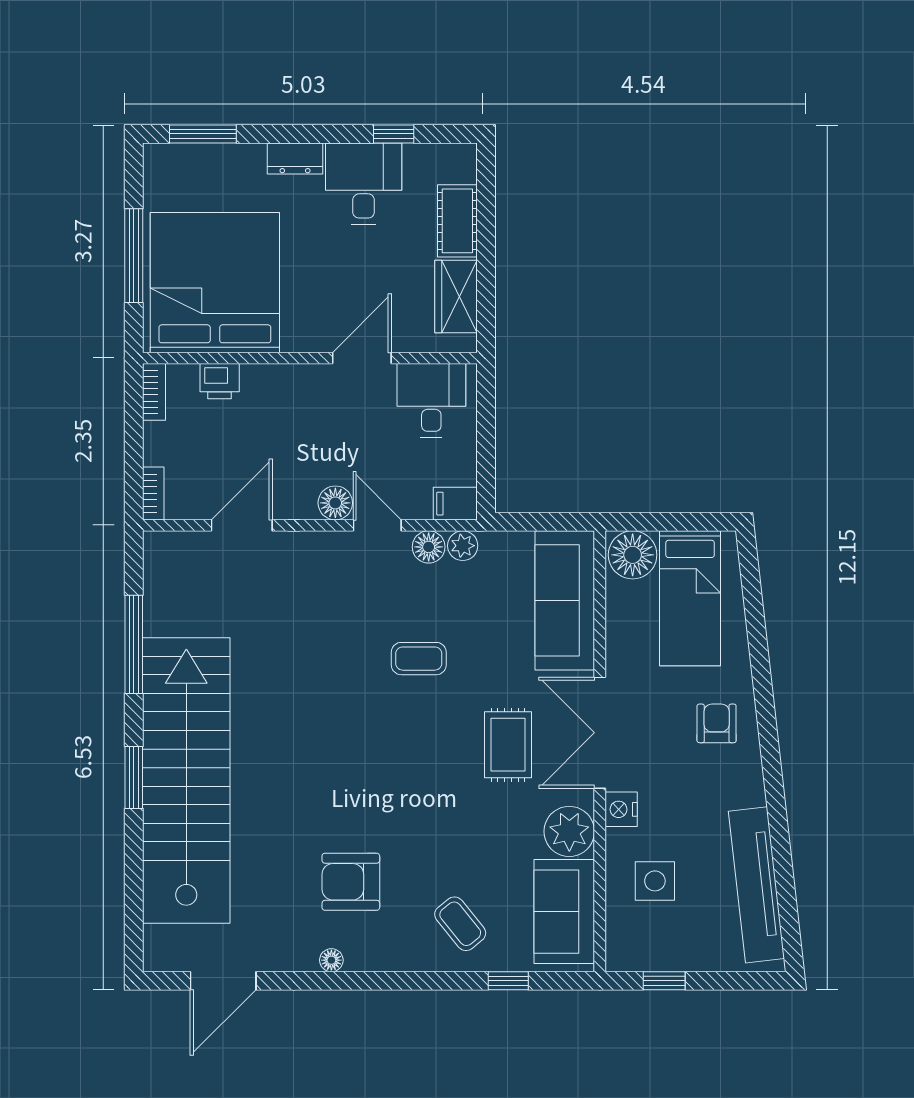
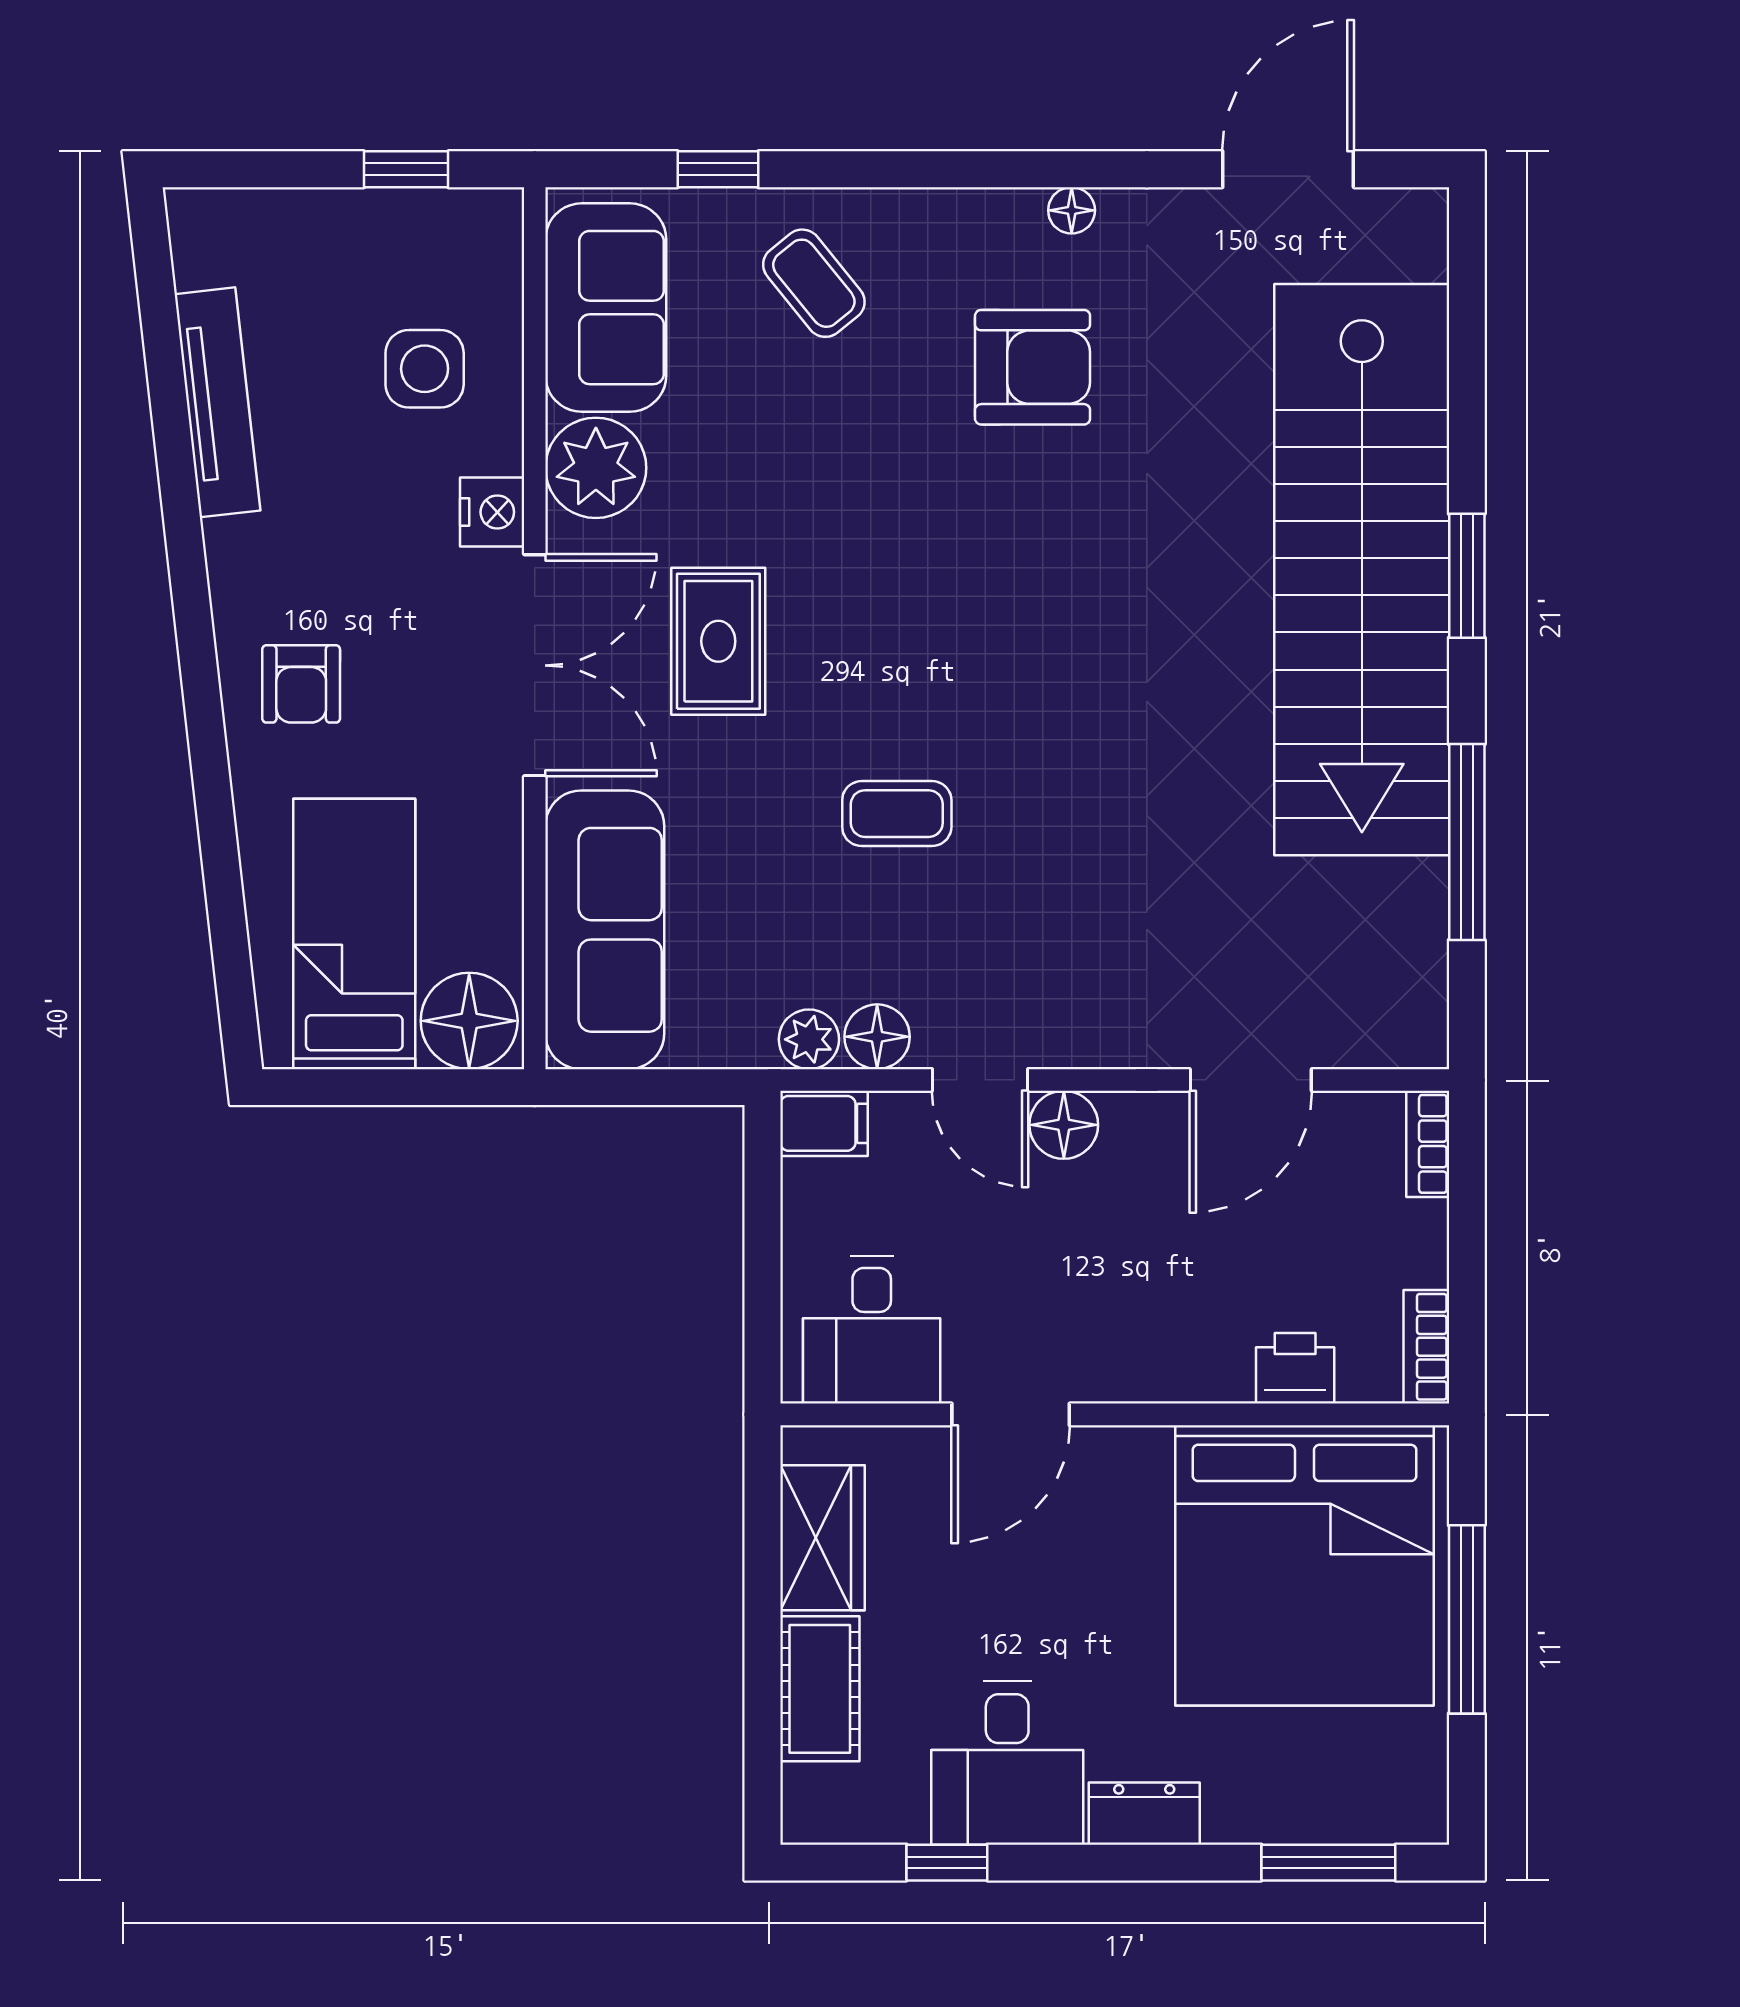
tv unit: (756, 885) -> (217, 402), width x0.73, depth x0.78

